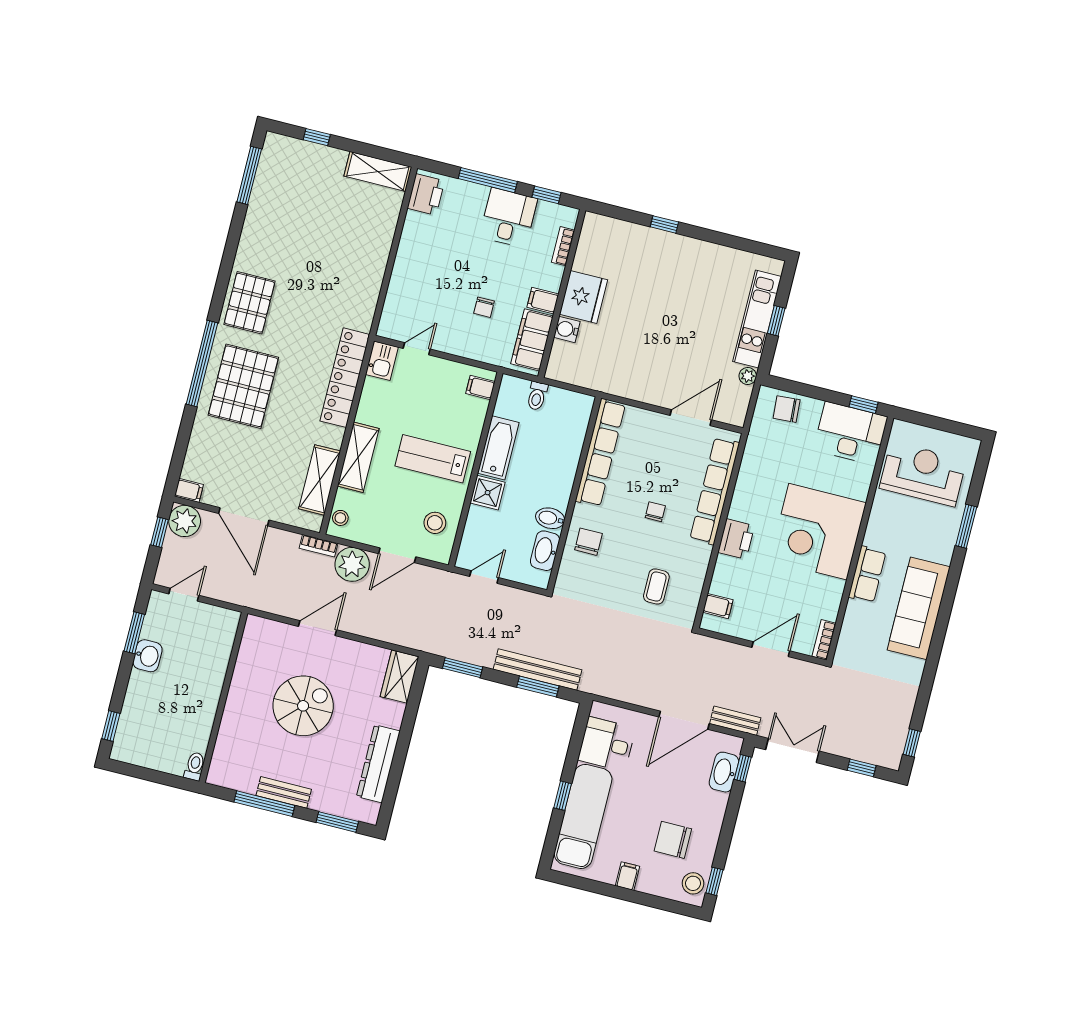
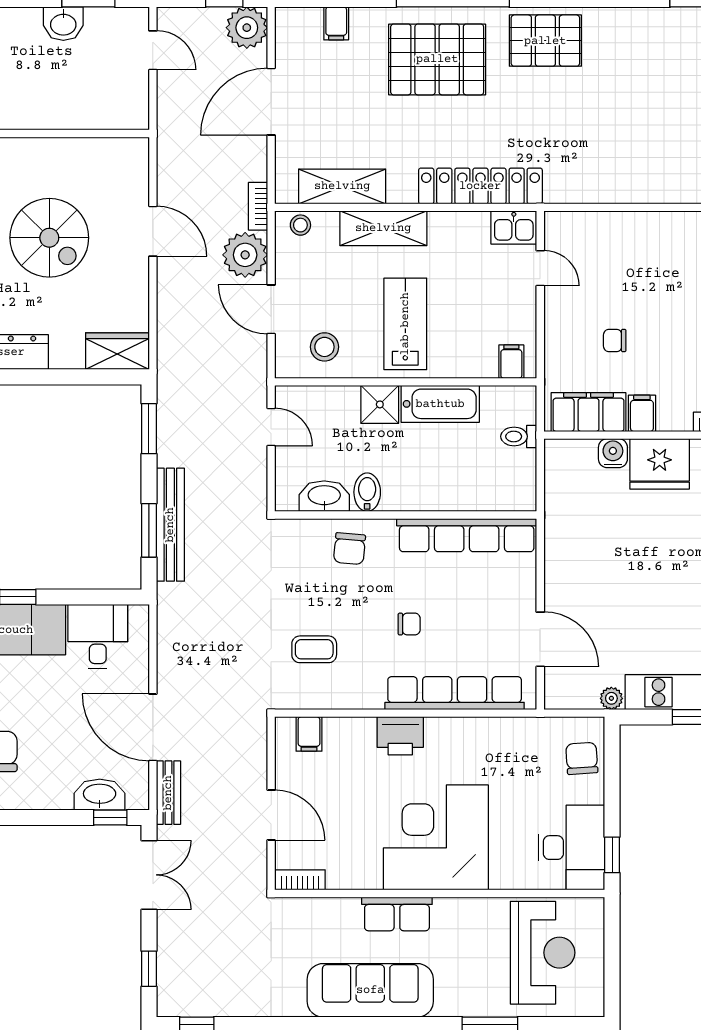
filing cabinet: (189, 490) -> (336, 23), moved
chair: (588, 542) -> (350, 549), turned 95

